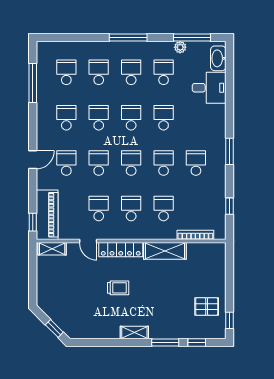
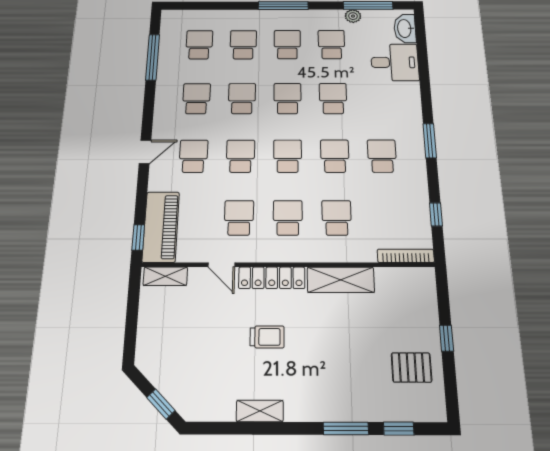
bookcase: (195, 235) -> (406, 256), moved
window: (230, 320) -> (446, 338), moved
shelving: (134, 332) -> (260, 411), moved

